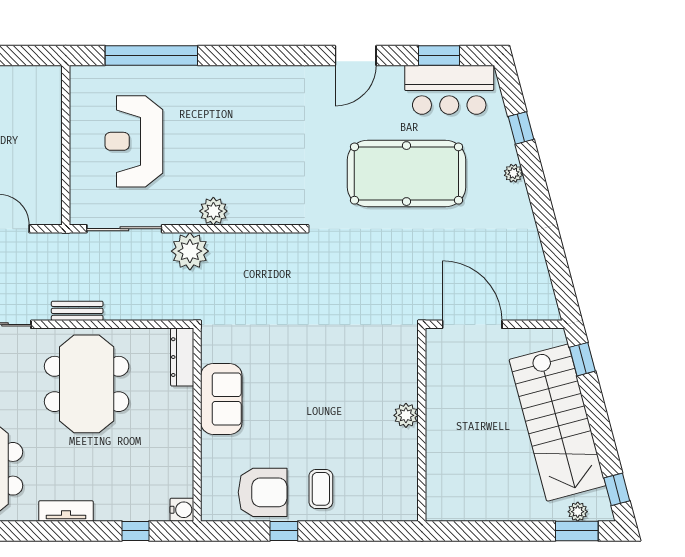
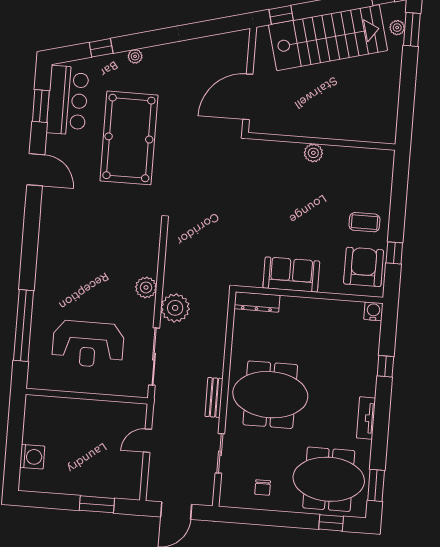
dresser: (182, 357) -> (257, 302), moved
sofa: (221, 399) -> (291, 275), moved
wall: (197, 425) -> (309, 295), moved
water cooler: (182, 510) -> (373, 311), moved

